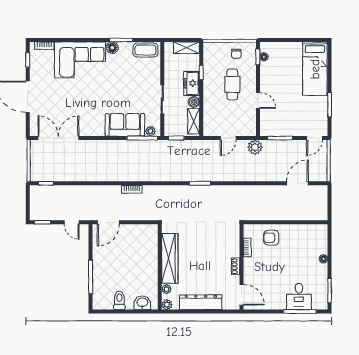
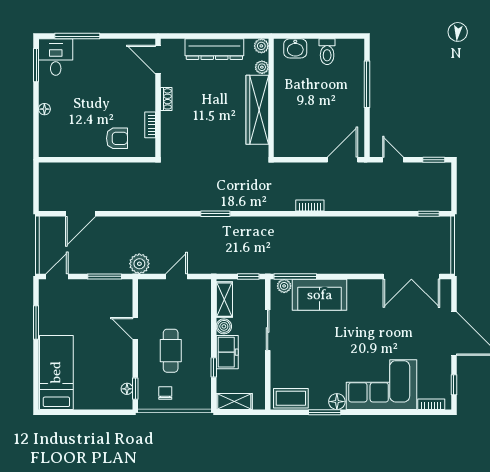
desk: (299, 296) -> (56, 57), moved

